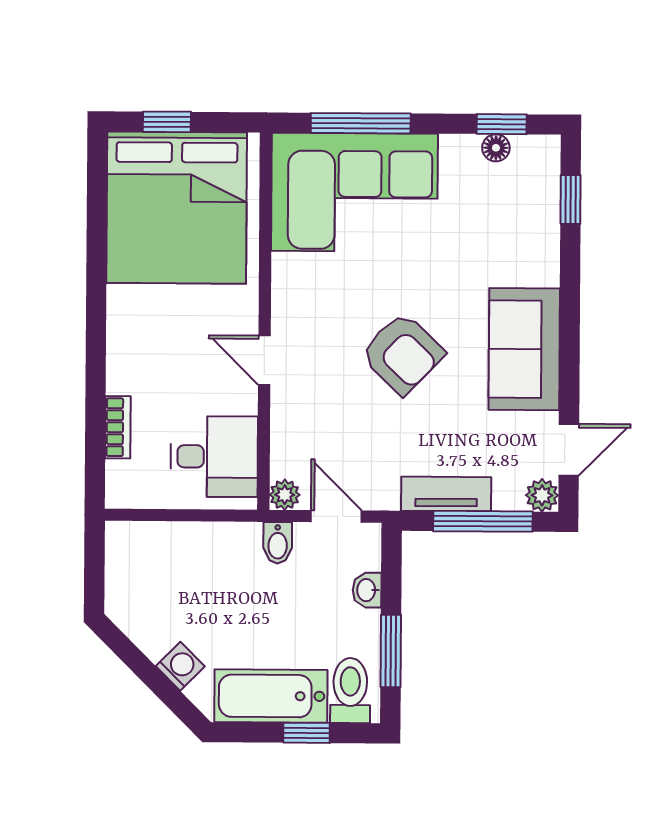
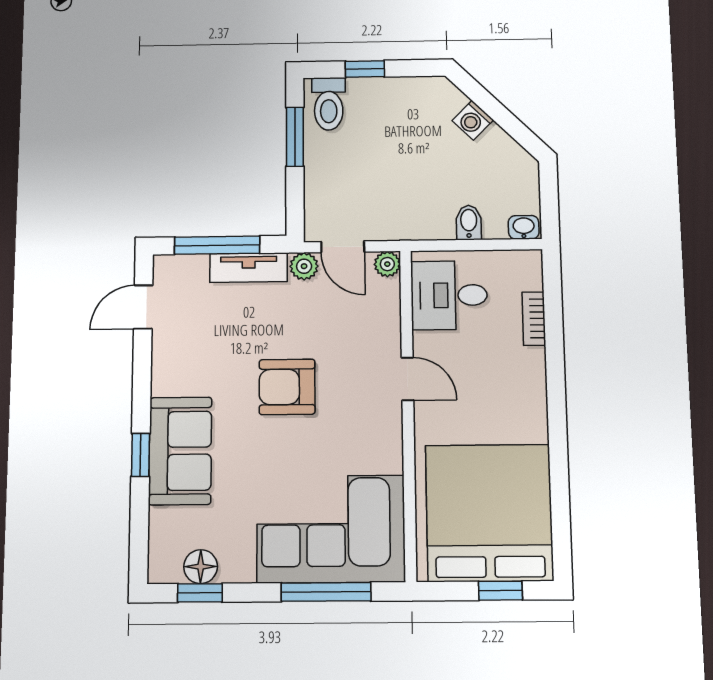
floor lamp: (496, 148) -> (201, 567), width x1.37, depth x1.37
window: (571, 199) -> (141, 455), moved
sofa: (524, 349) -> (180, 451), moved
armchair: (402, 354) -> (287, 387), turned -44
plant: (542, 495) -> (304, 266), moved
bidet: (278, 543) -> (469, 223), moved
washbasin: (367, 590) -> (524, 227), moved, turned -90
bathtub: (271, 696) -> (395, 98), removed

